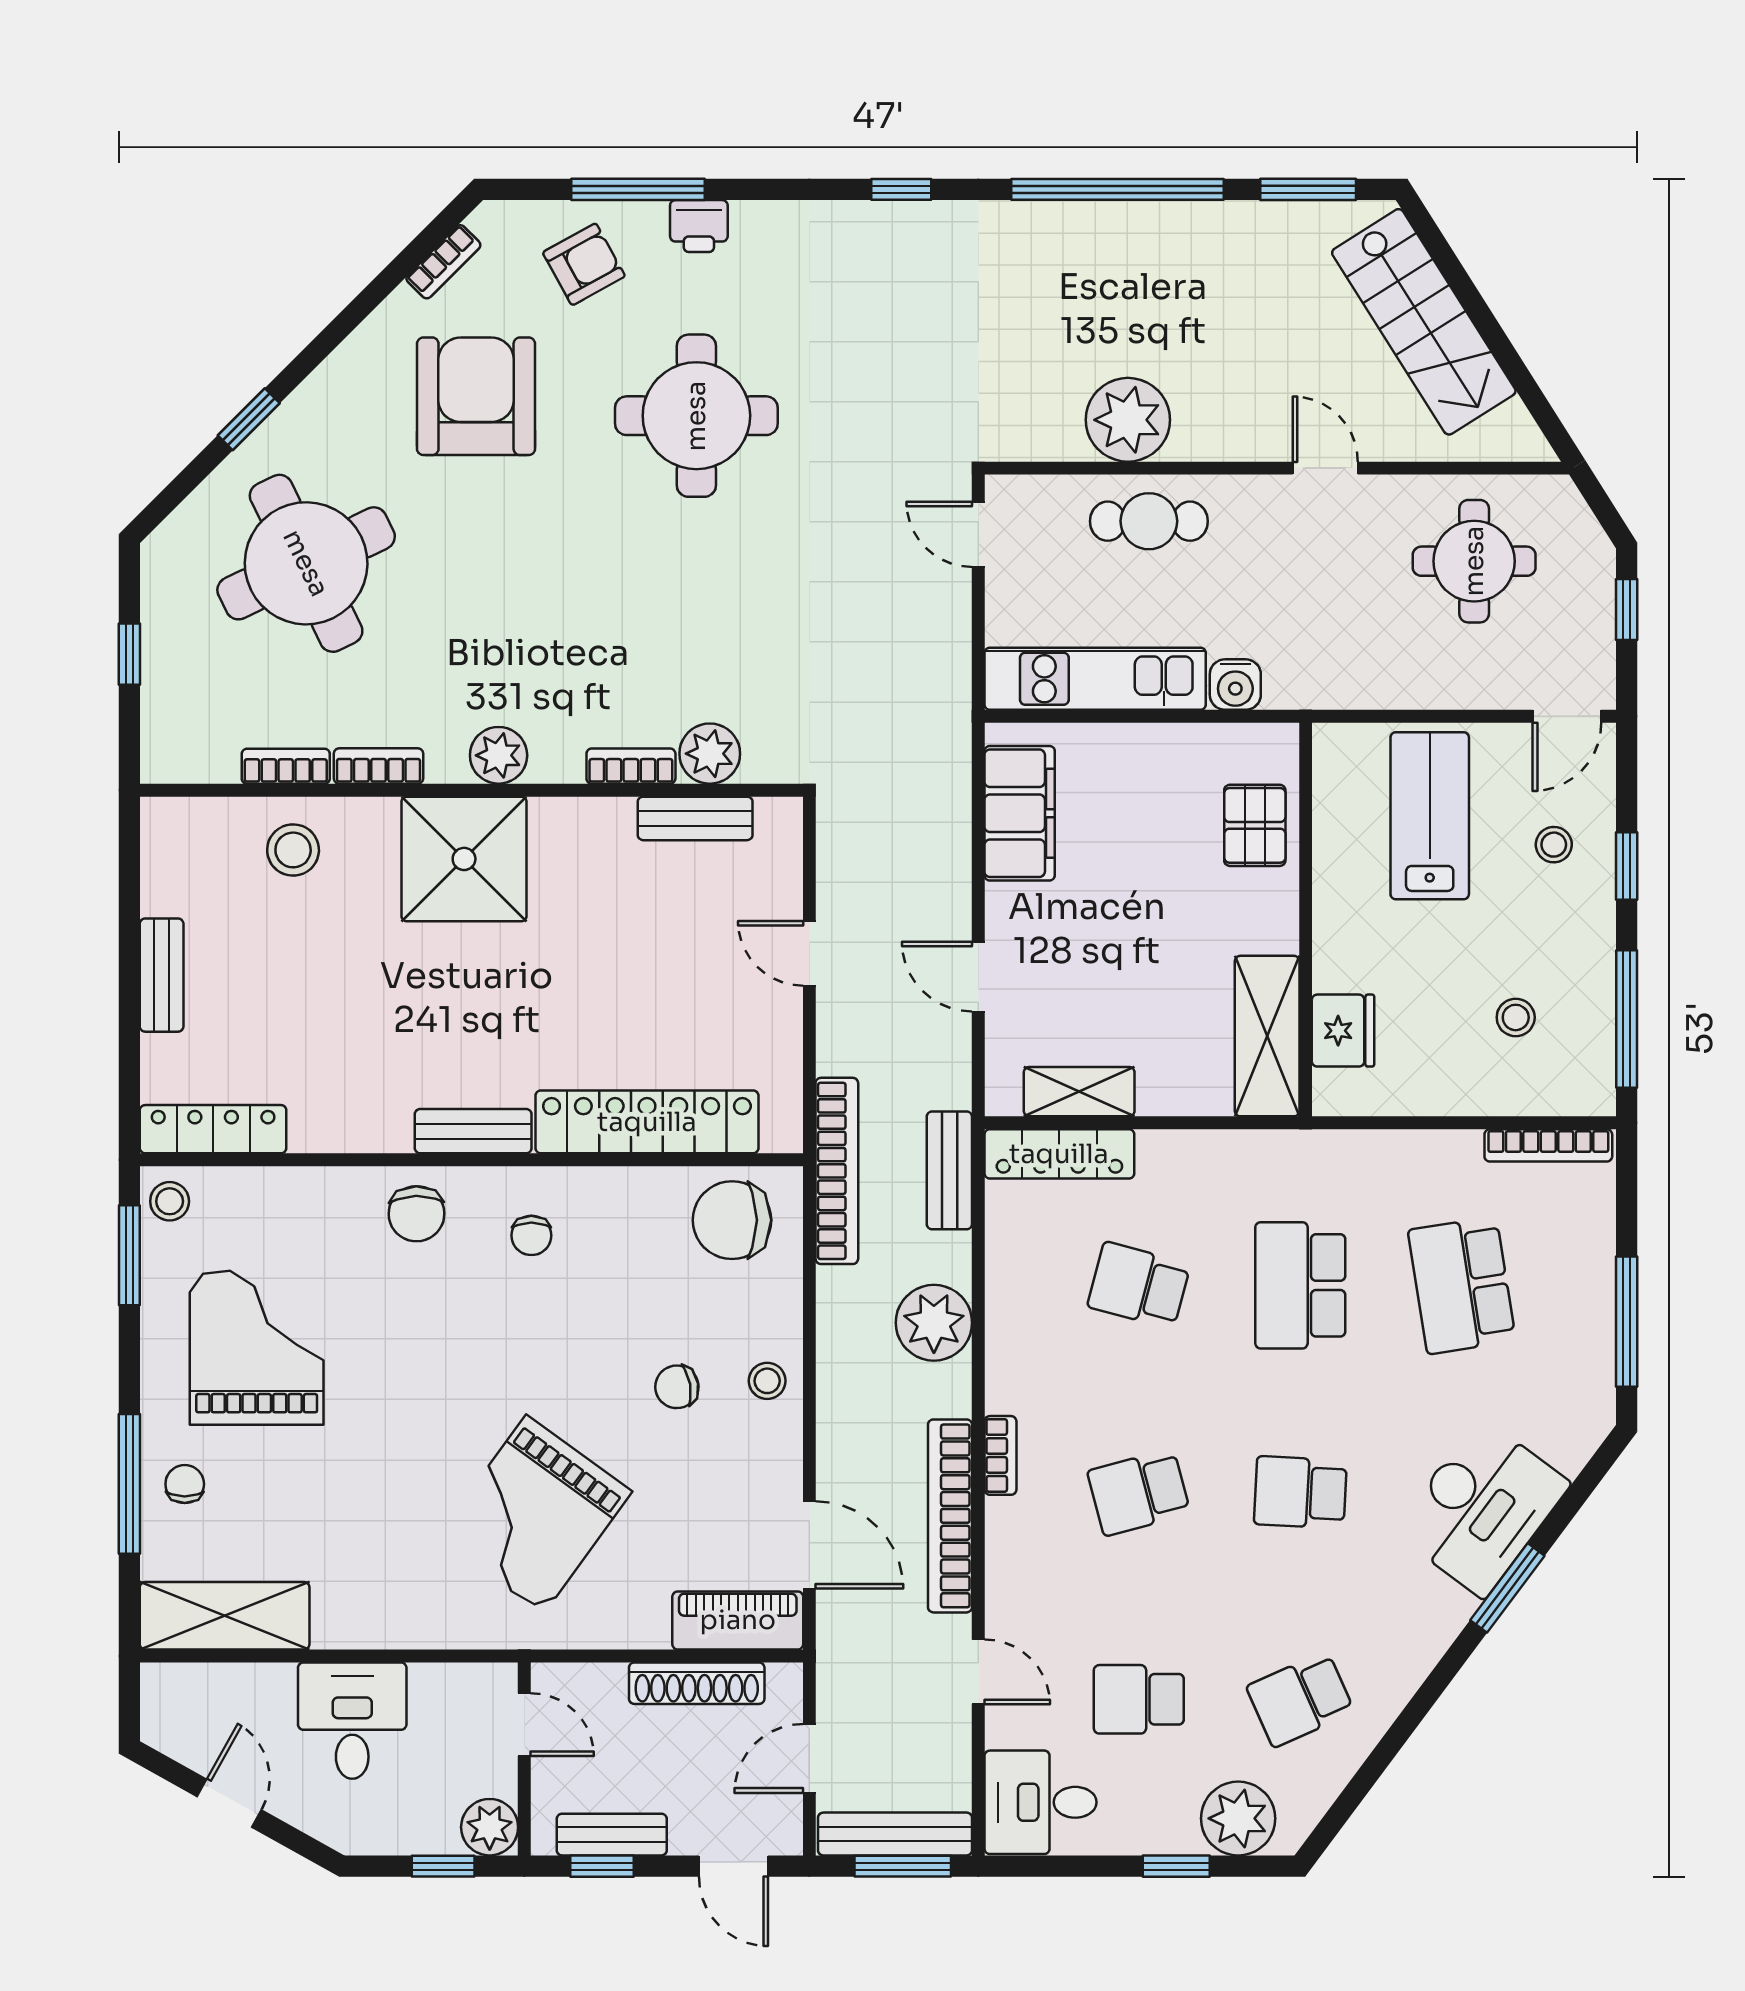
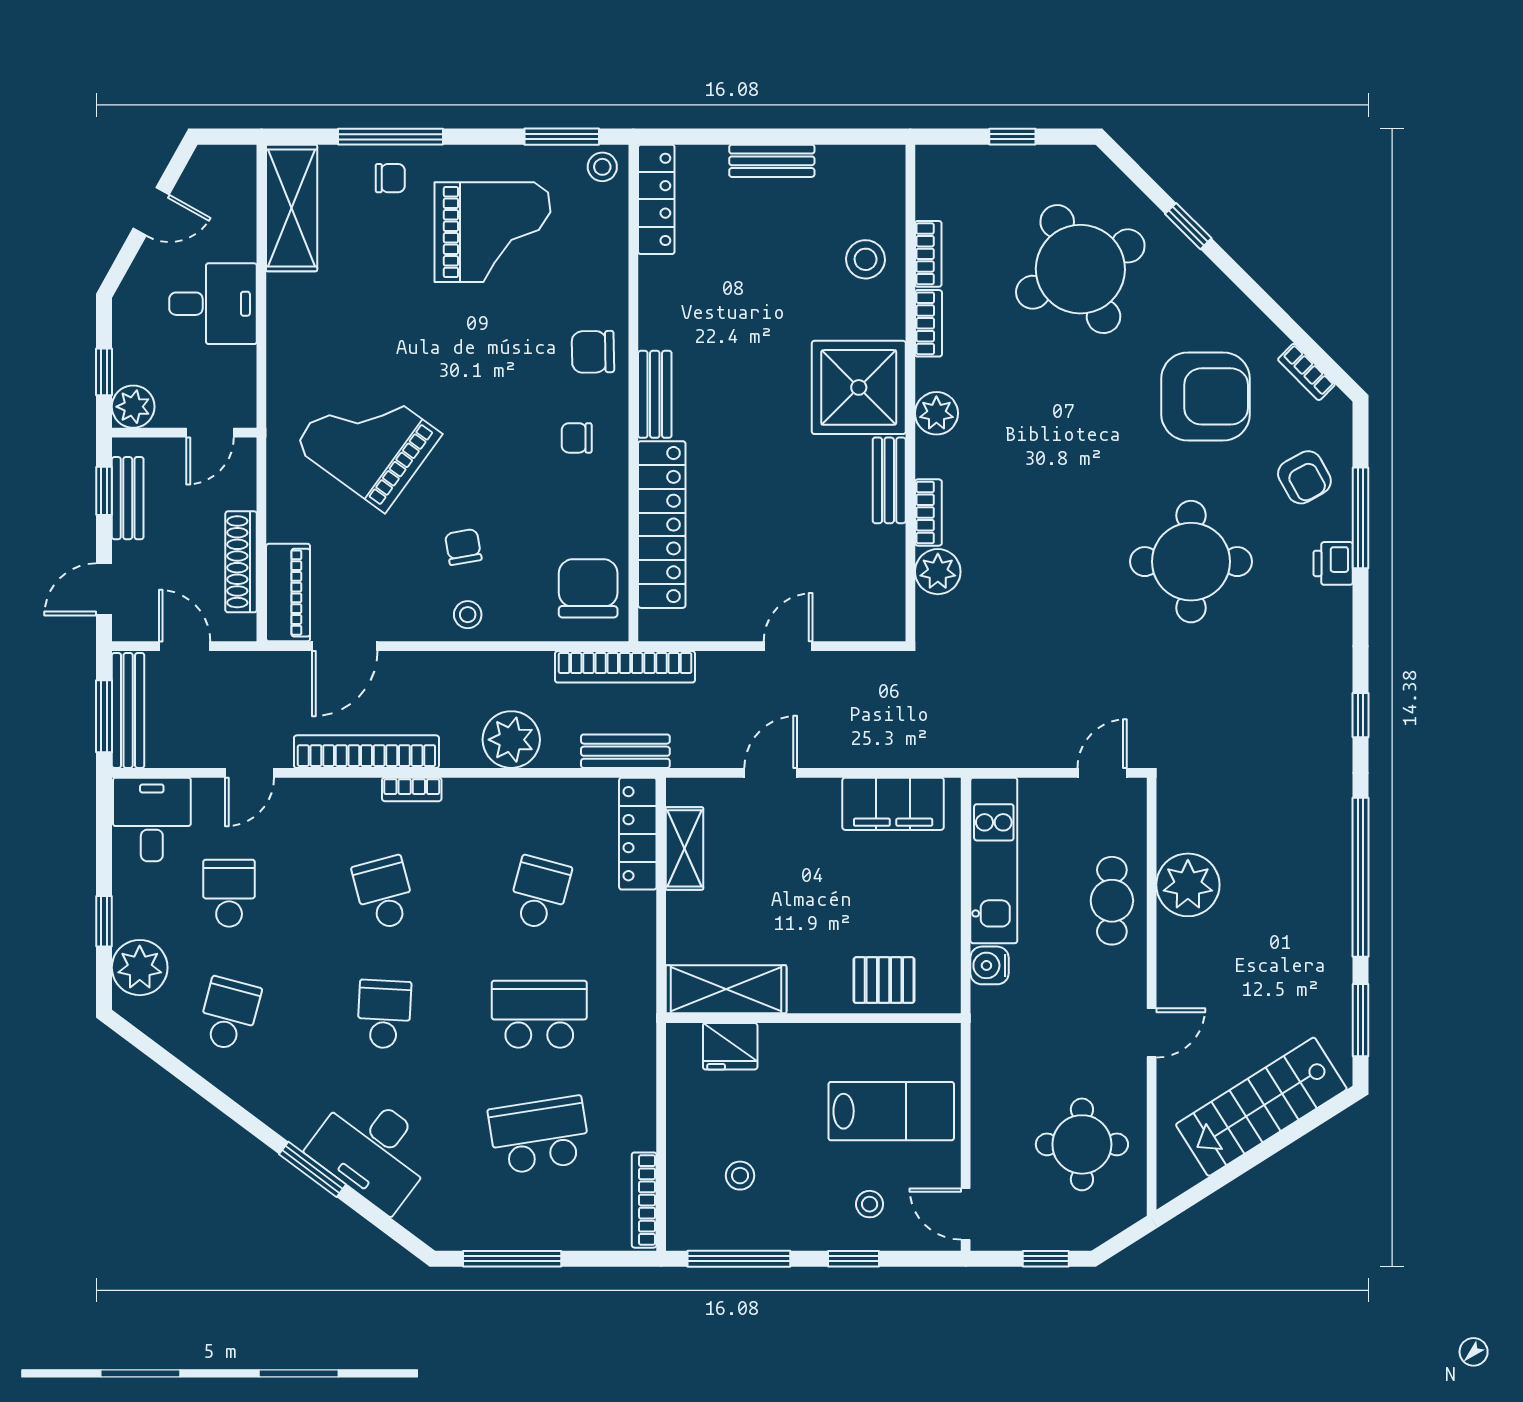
bench: (695, 818) -> (889, 480), moved
school desk: (1300, 1699) -> (229, 1014), turned 39

